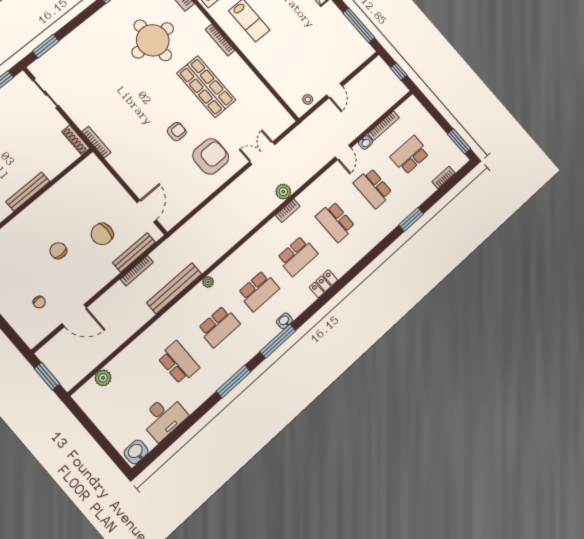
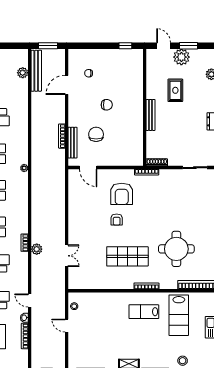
armchair: (211, 156) -> (122, 194), moved
bench: (174, 288) -> (36, 71), moved

